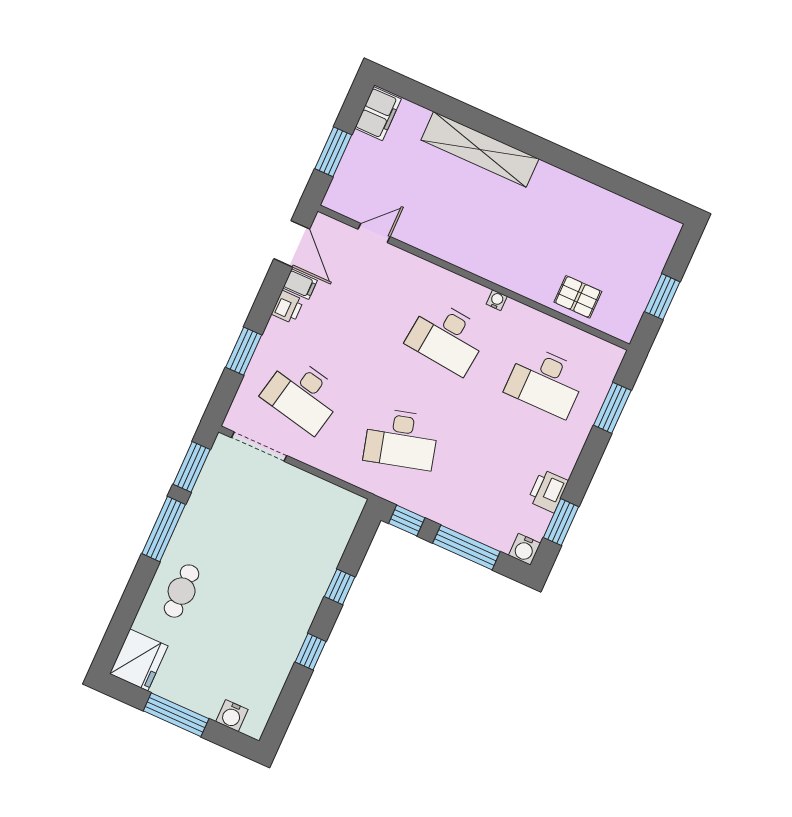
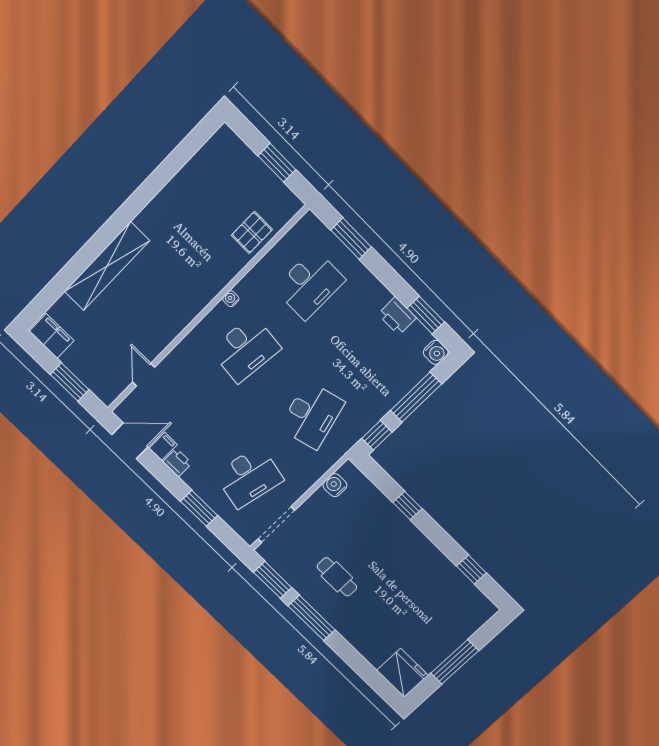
cafe table: (182, 591) -> (337, 577), moved
window: (310, 652) -> (471, 570), moved
water cooler: (232, 716) -> (335, 485), moved, turned 180

